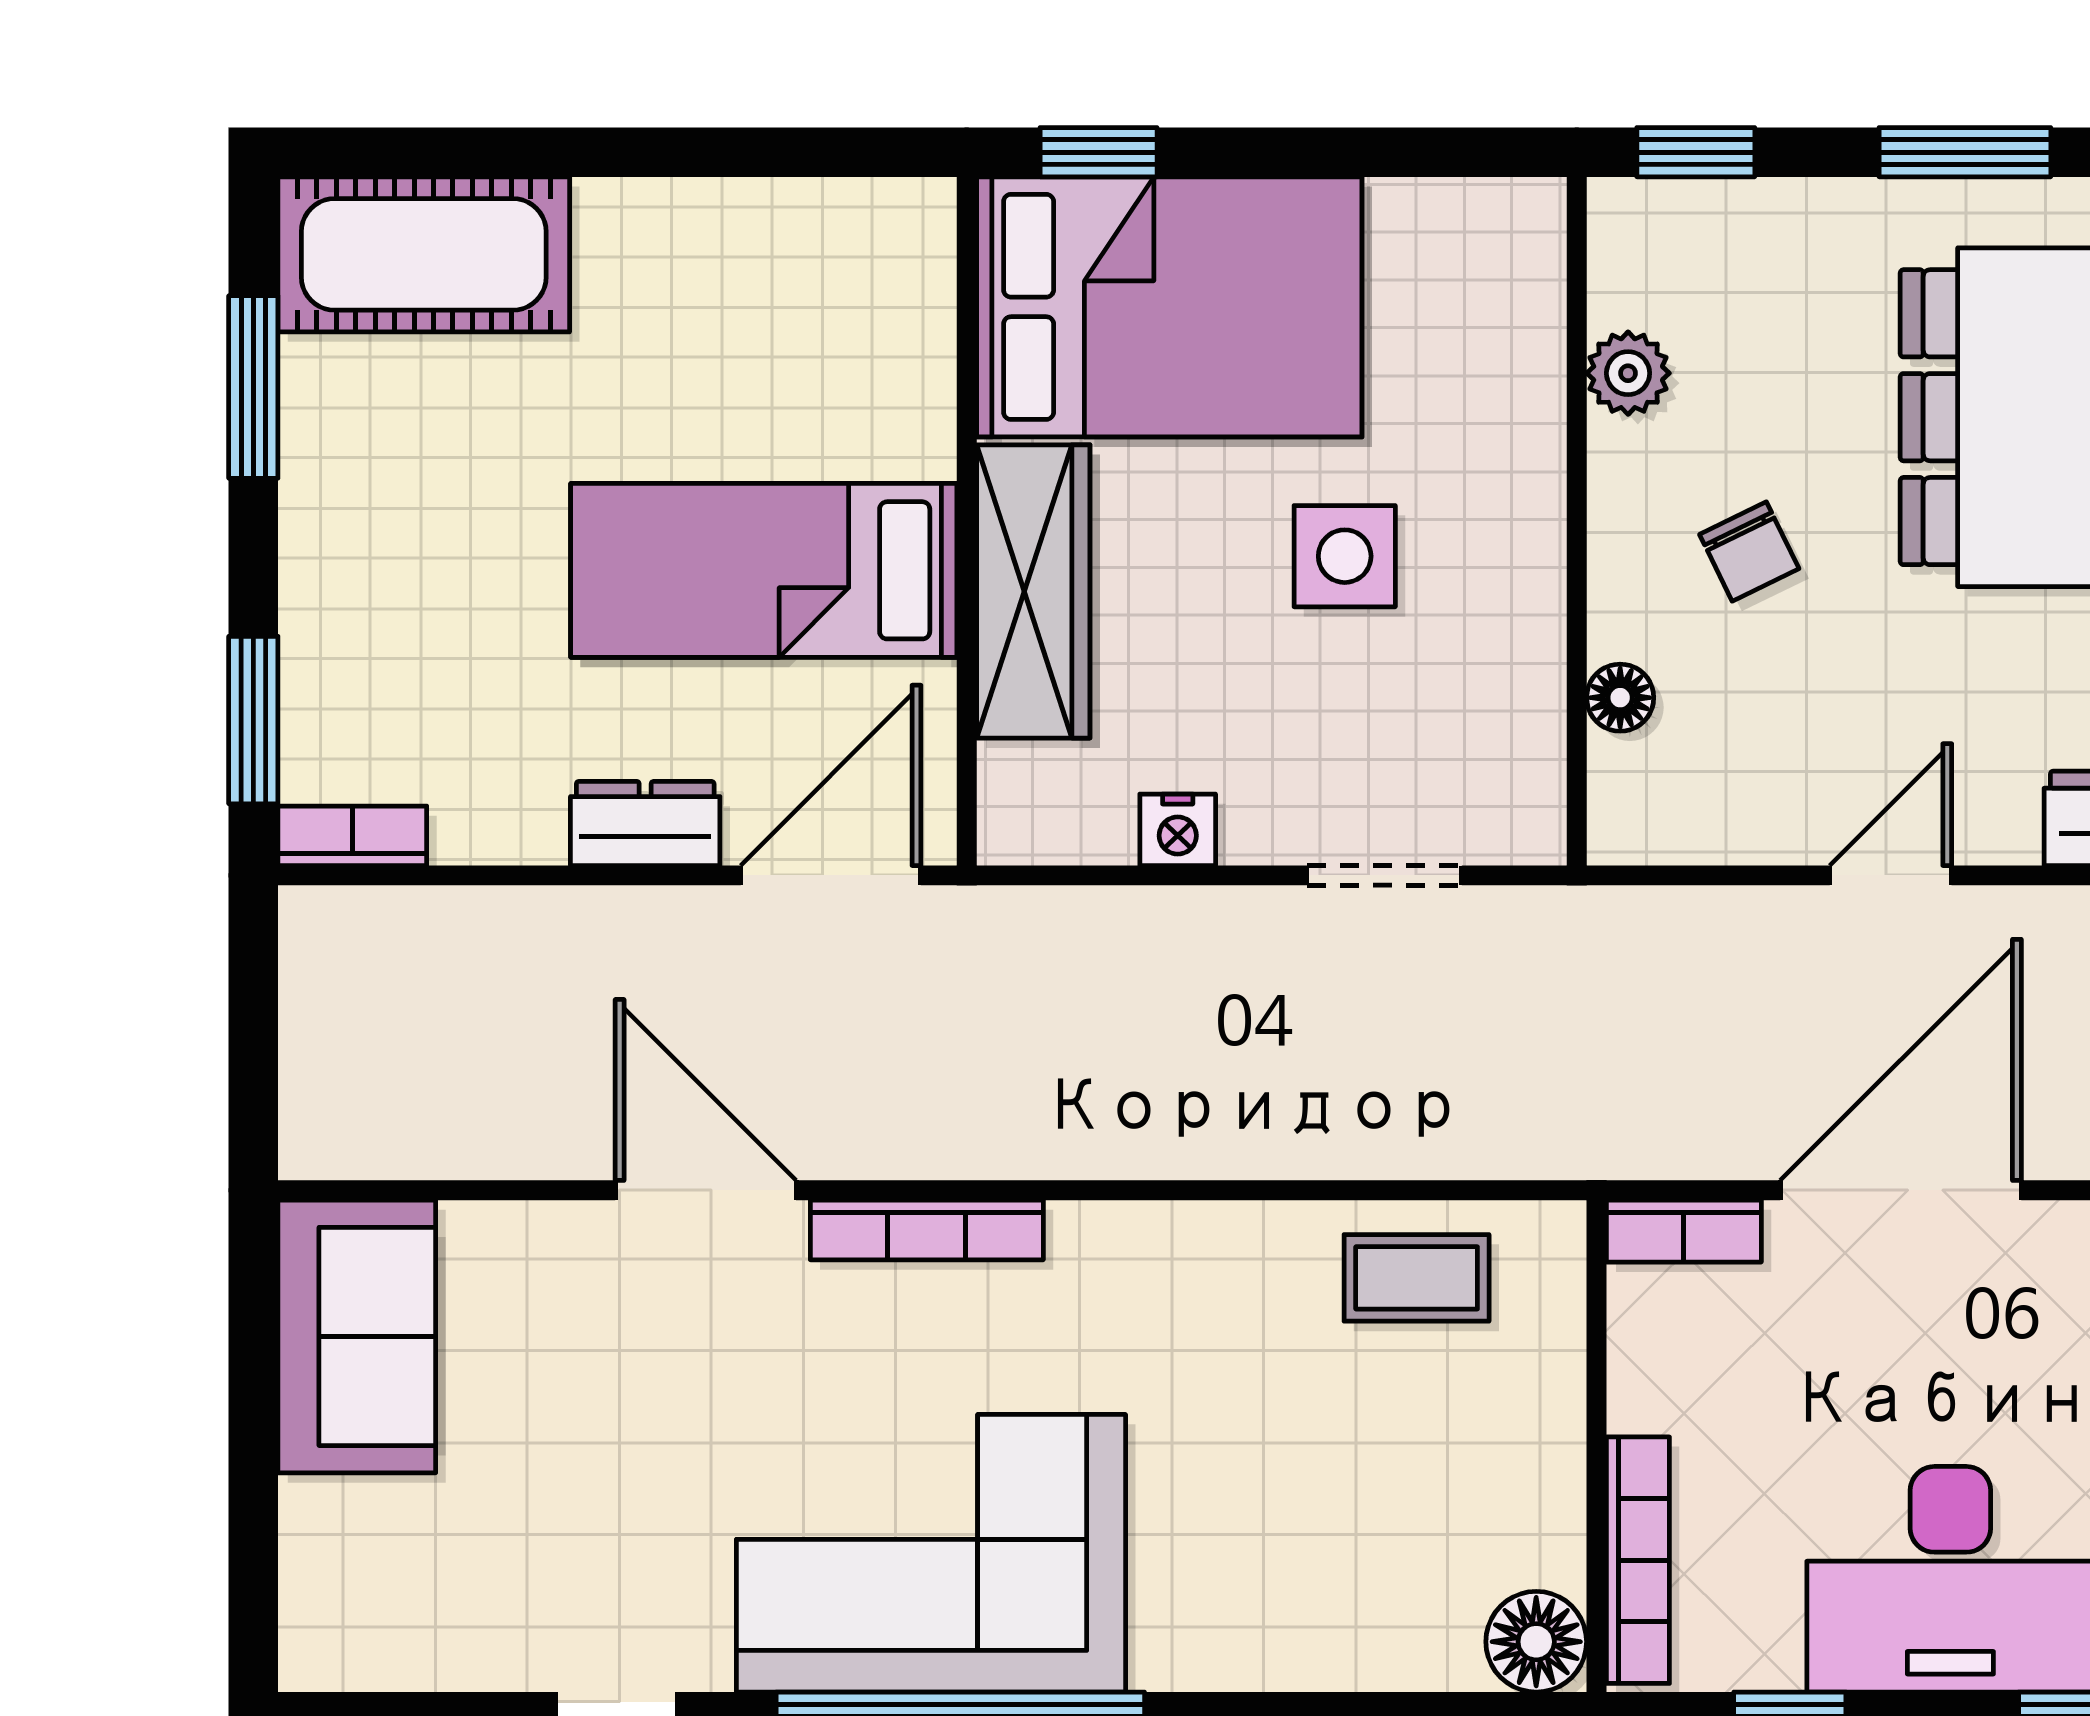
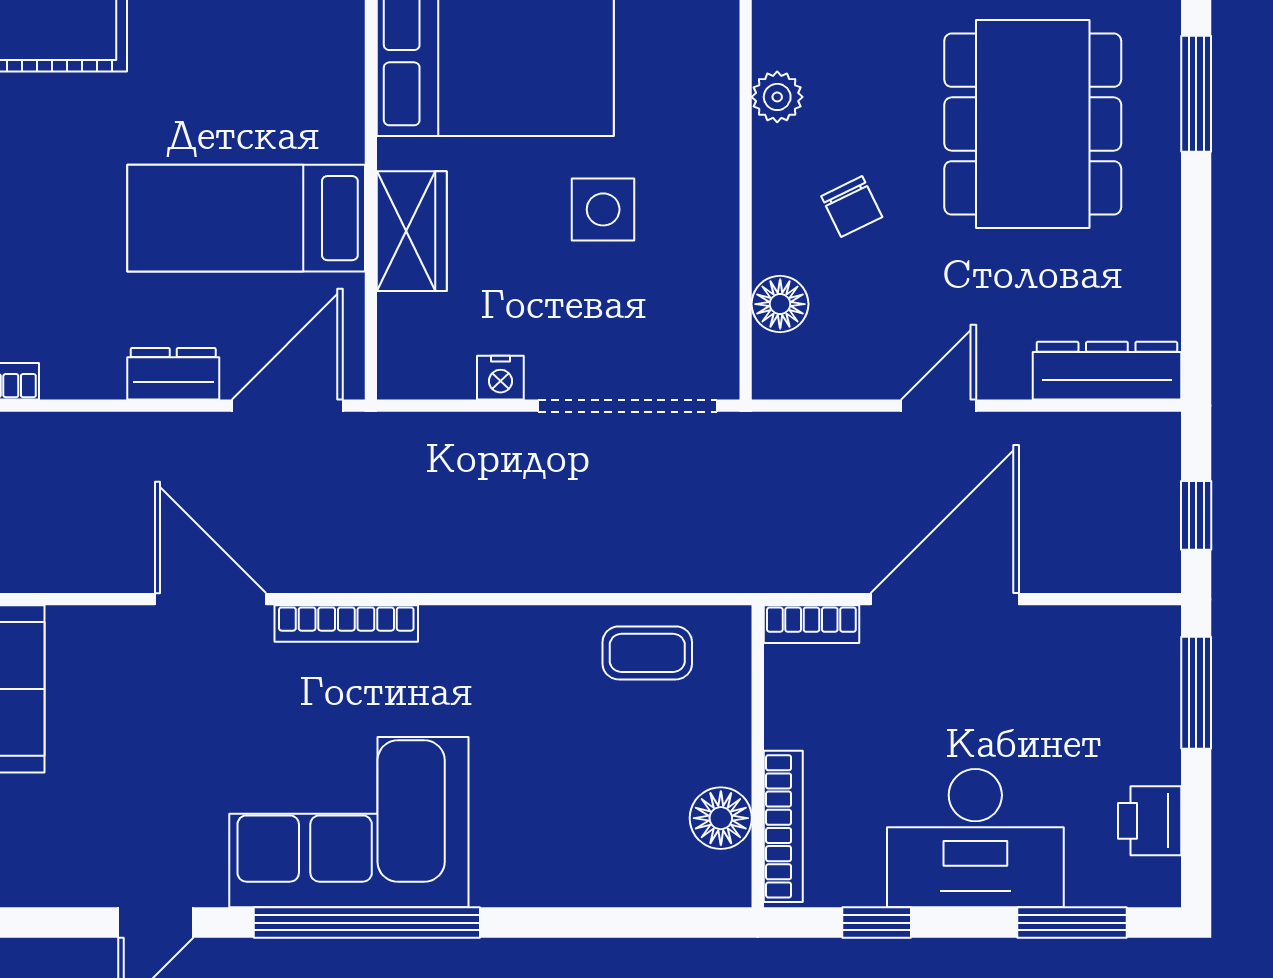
wardrobe: (1033, 591) -> (412, 231), width x0.67
floor lamp: (1620, 698) -> (780, 304), width x1.37, depth x1.37
doorway: (1384, 875) -> (627, 406), width x1.88
floor lamp: (1536, 1642) -> (721, 818), moved

